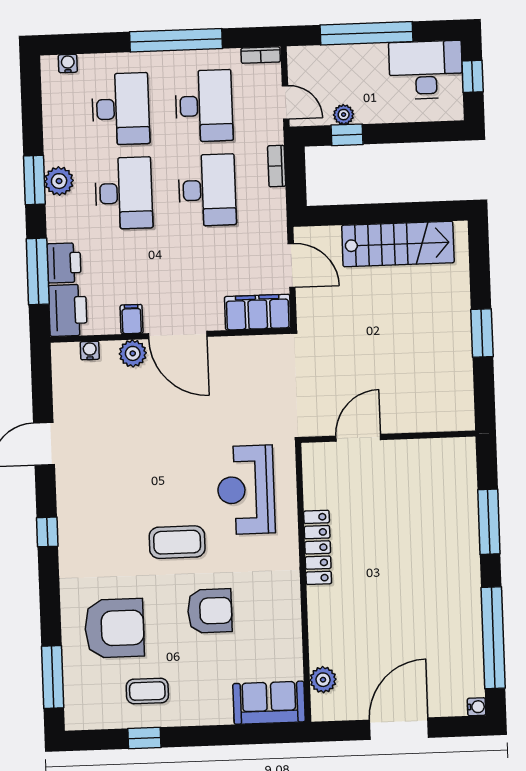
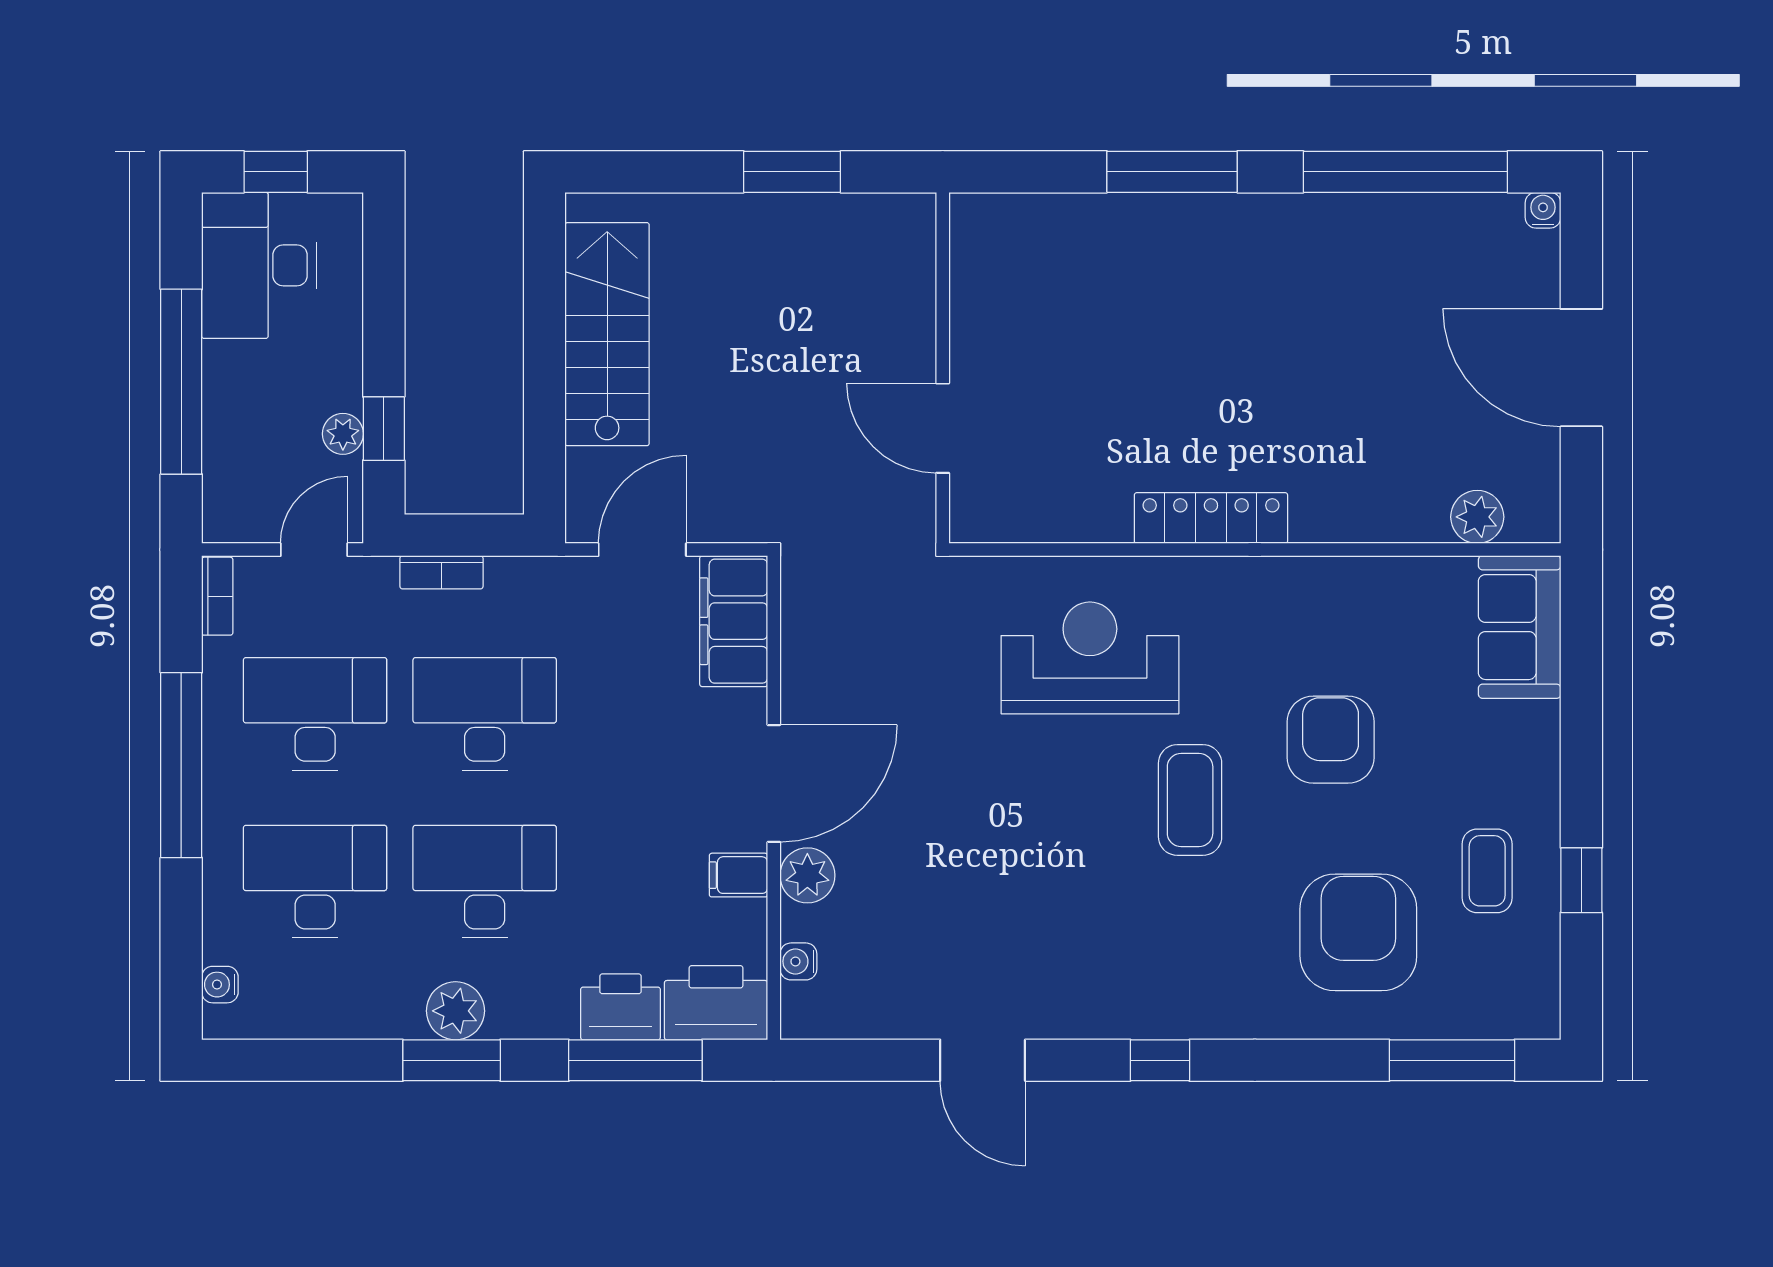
wall: (388, 437) -> (943, 368), moved
door: (358, 438) -> (943, 428), moved
reception desk: (246, 490) -> (1090, 658), turned 180

